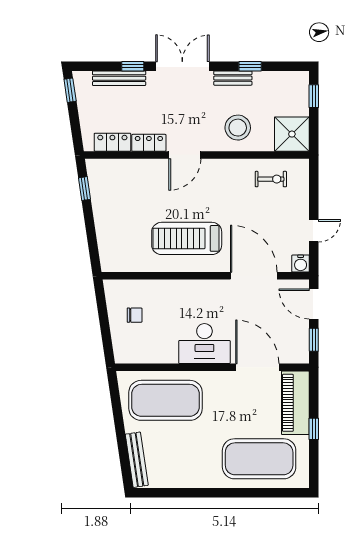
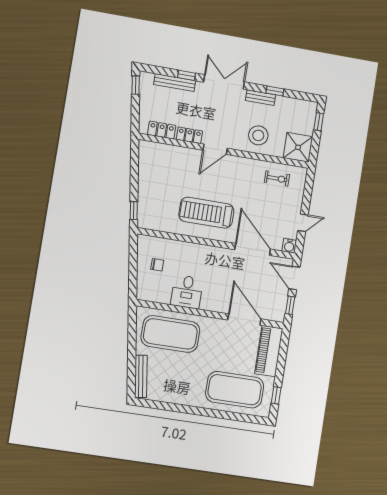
window: (85, 189) -> (134, 211), moved
desk: (204, 344) -> (187, 292), moved, width x0.73
window: (314, 429) -> (276, 395), moved

